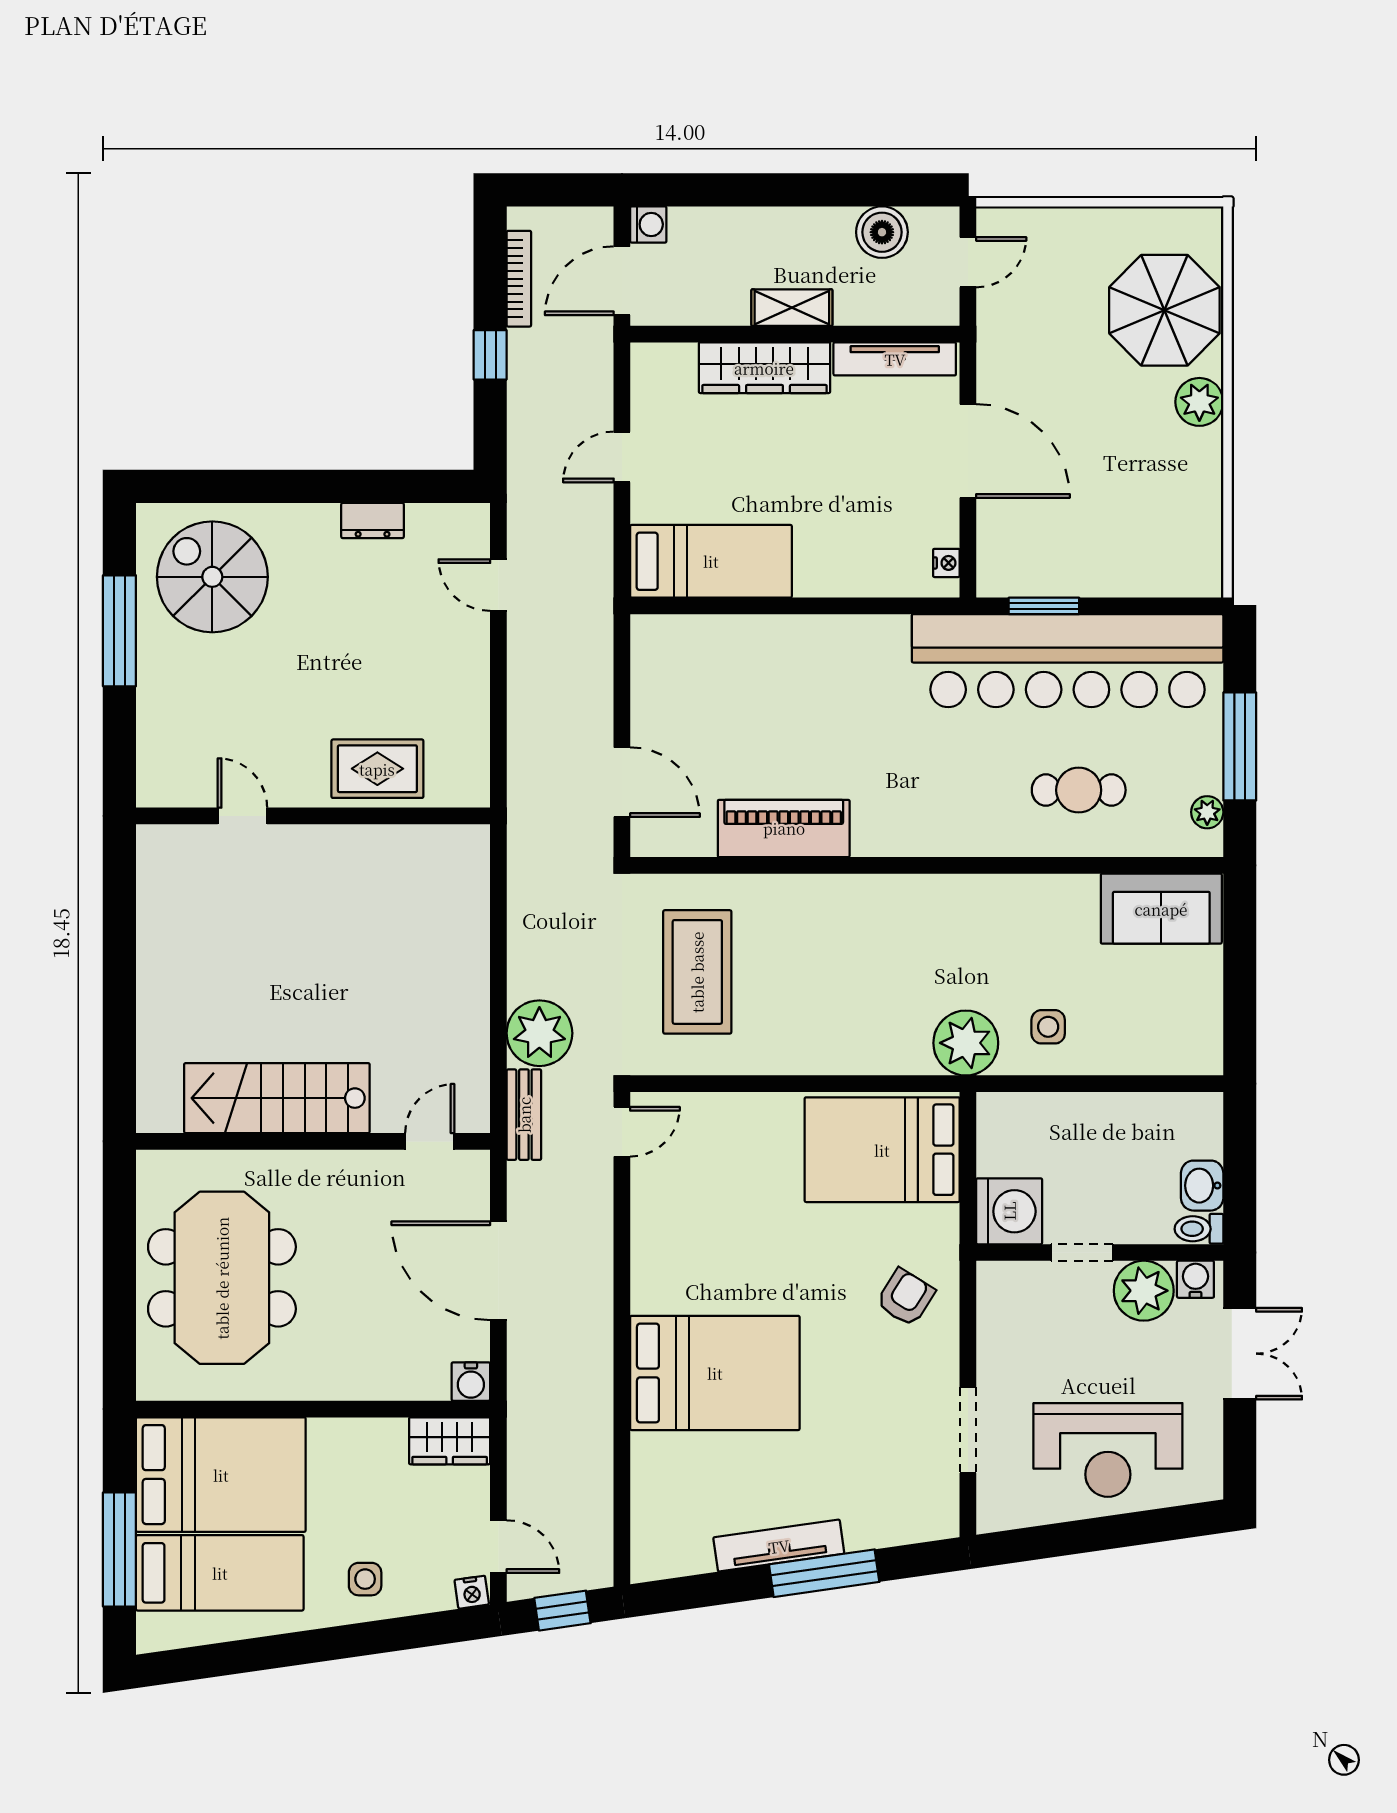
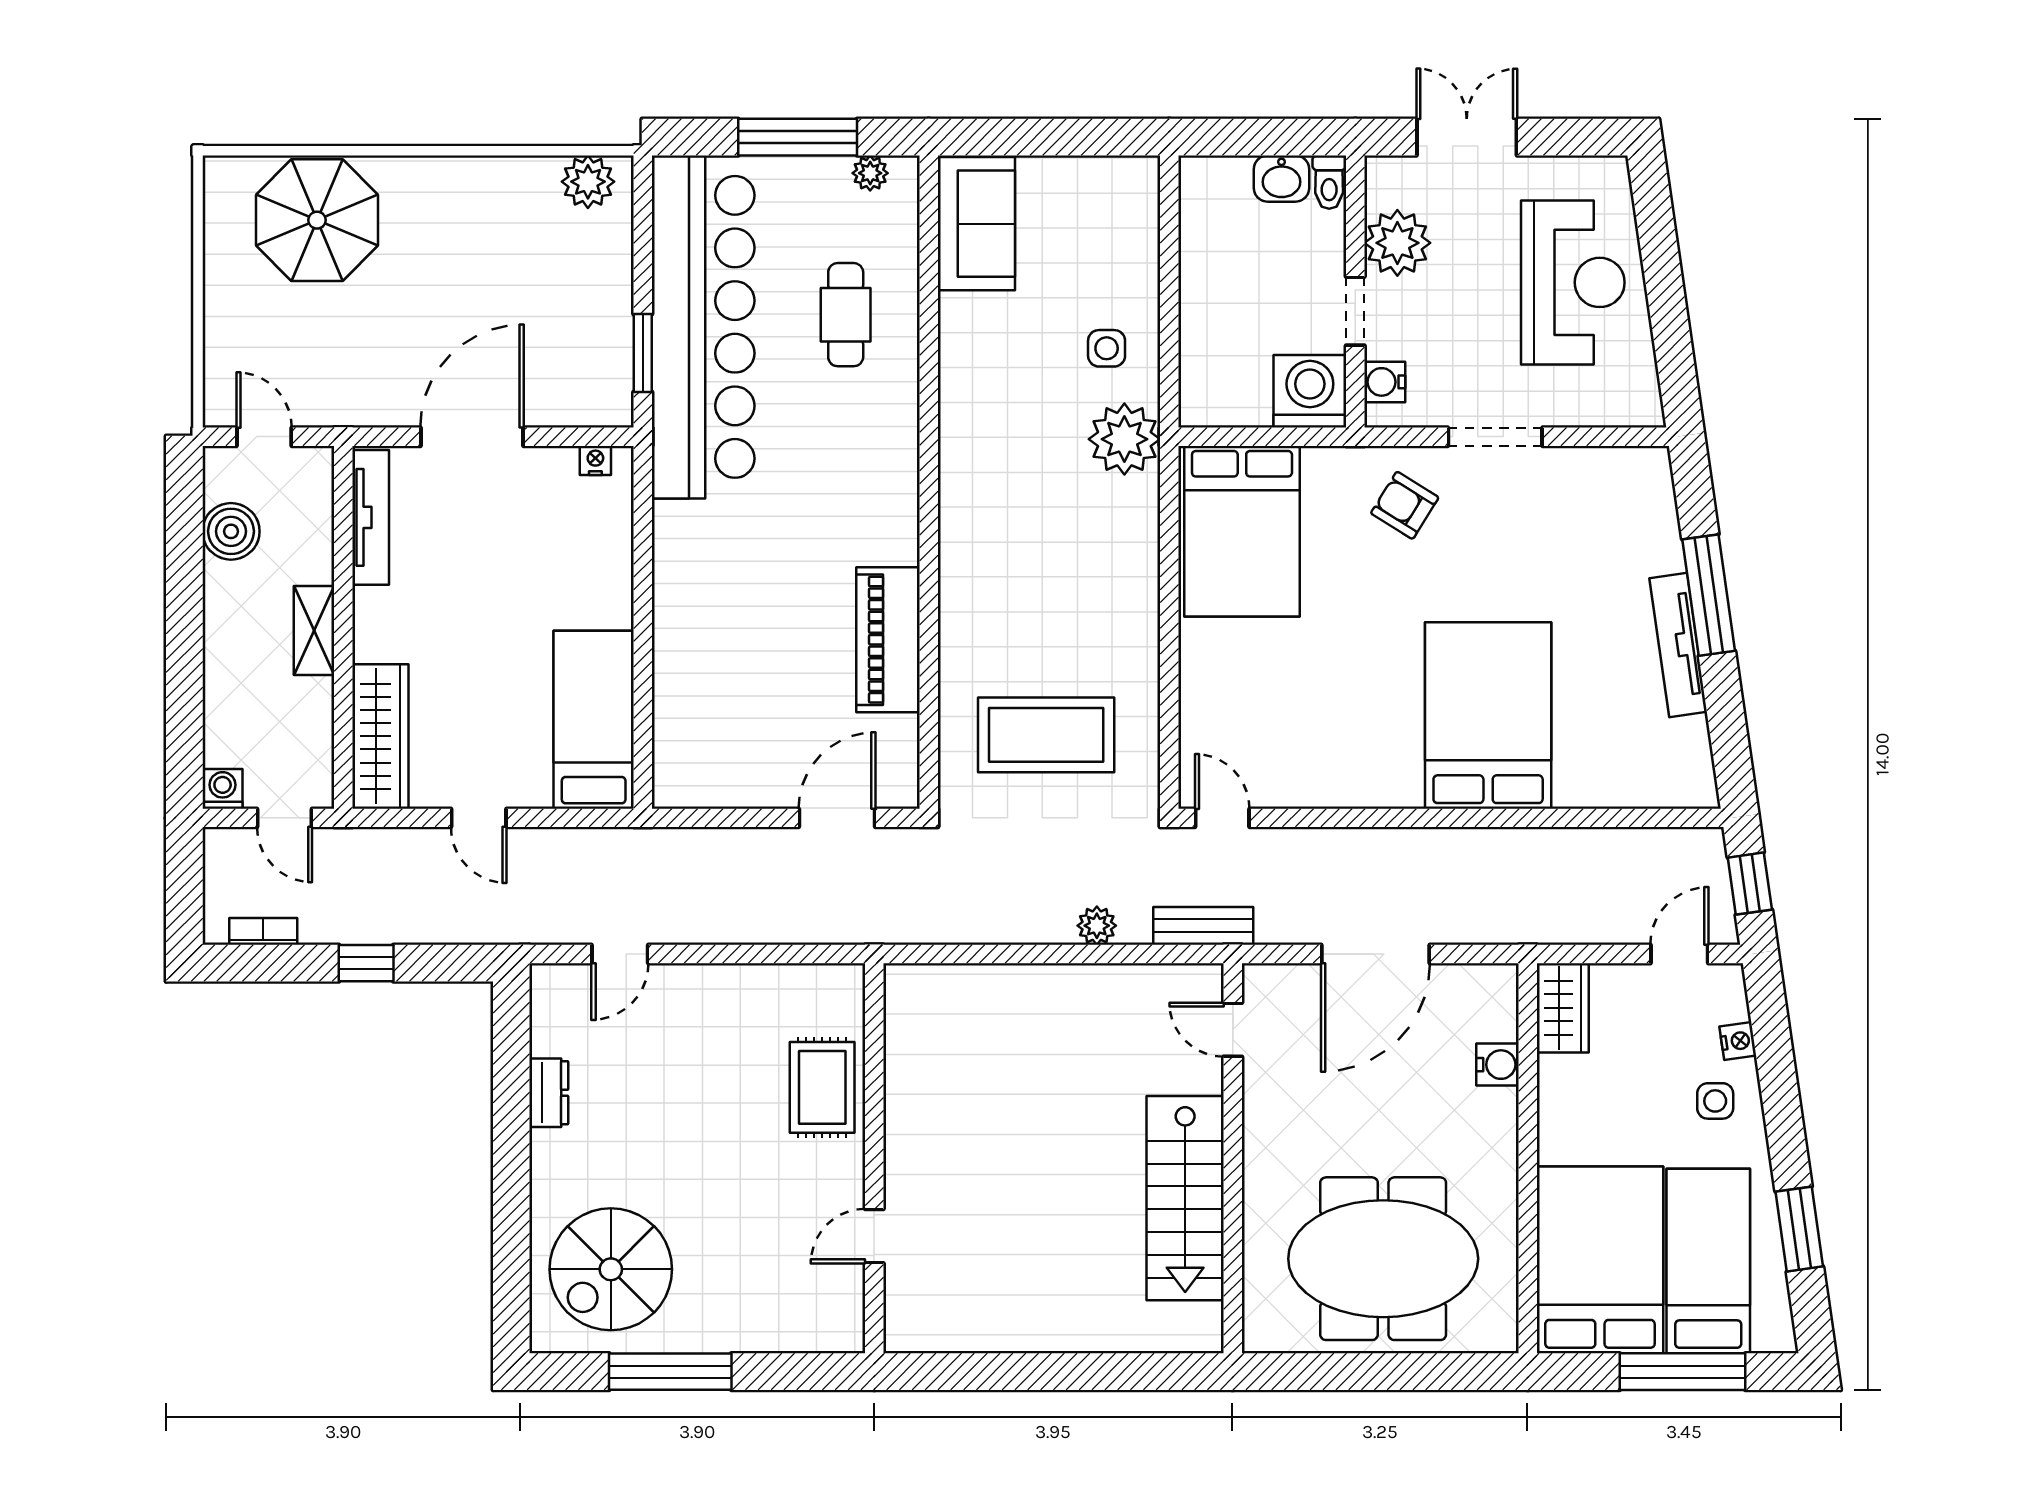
bookcase: (519, 279) -> (263, 931), width x0.64
door: (622, 281) -> (285, 818), width x0.73
wardrobe: (764, 368) -> (380, 736), moved
plant: (1199, 402) -> (588, 182), moved
plant: (539, 1033) -> (1097, 926), width x0.53, depth x0.53
water cooler: (1195, 1279) -> (1385, 382), moved
water cooler: (471, 1382) -> (1497, 1065), moved
doorway: (968, 1430) -> (1495, 437), moved
nightstand: (472, 1592) -> (1738, 1041), moved
window: (249, 1655) -> (1799, 1229), added

